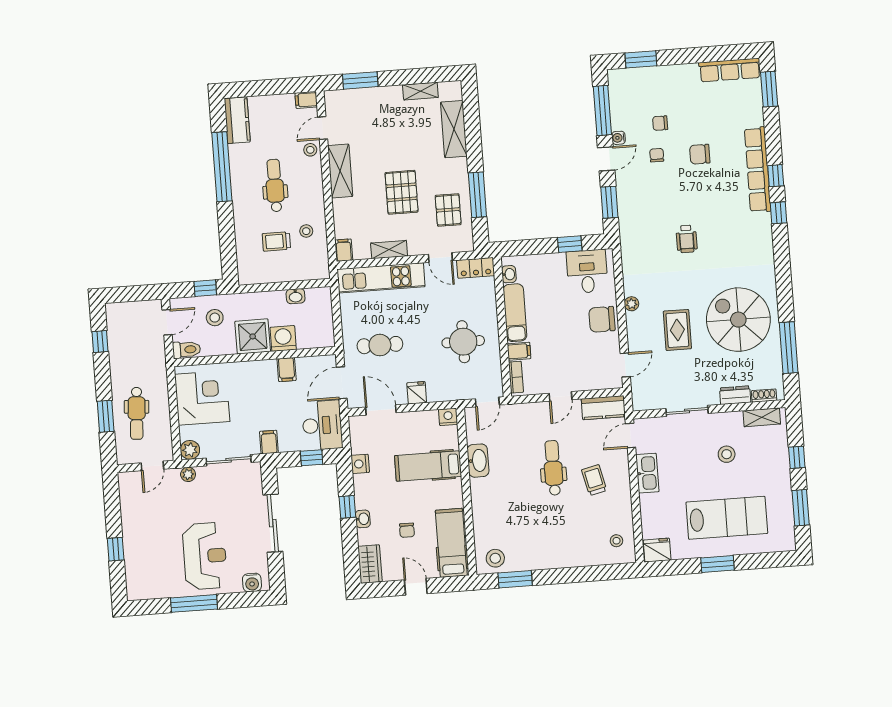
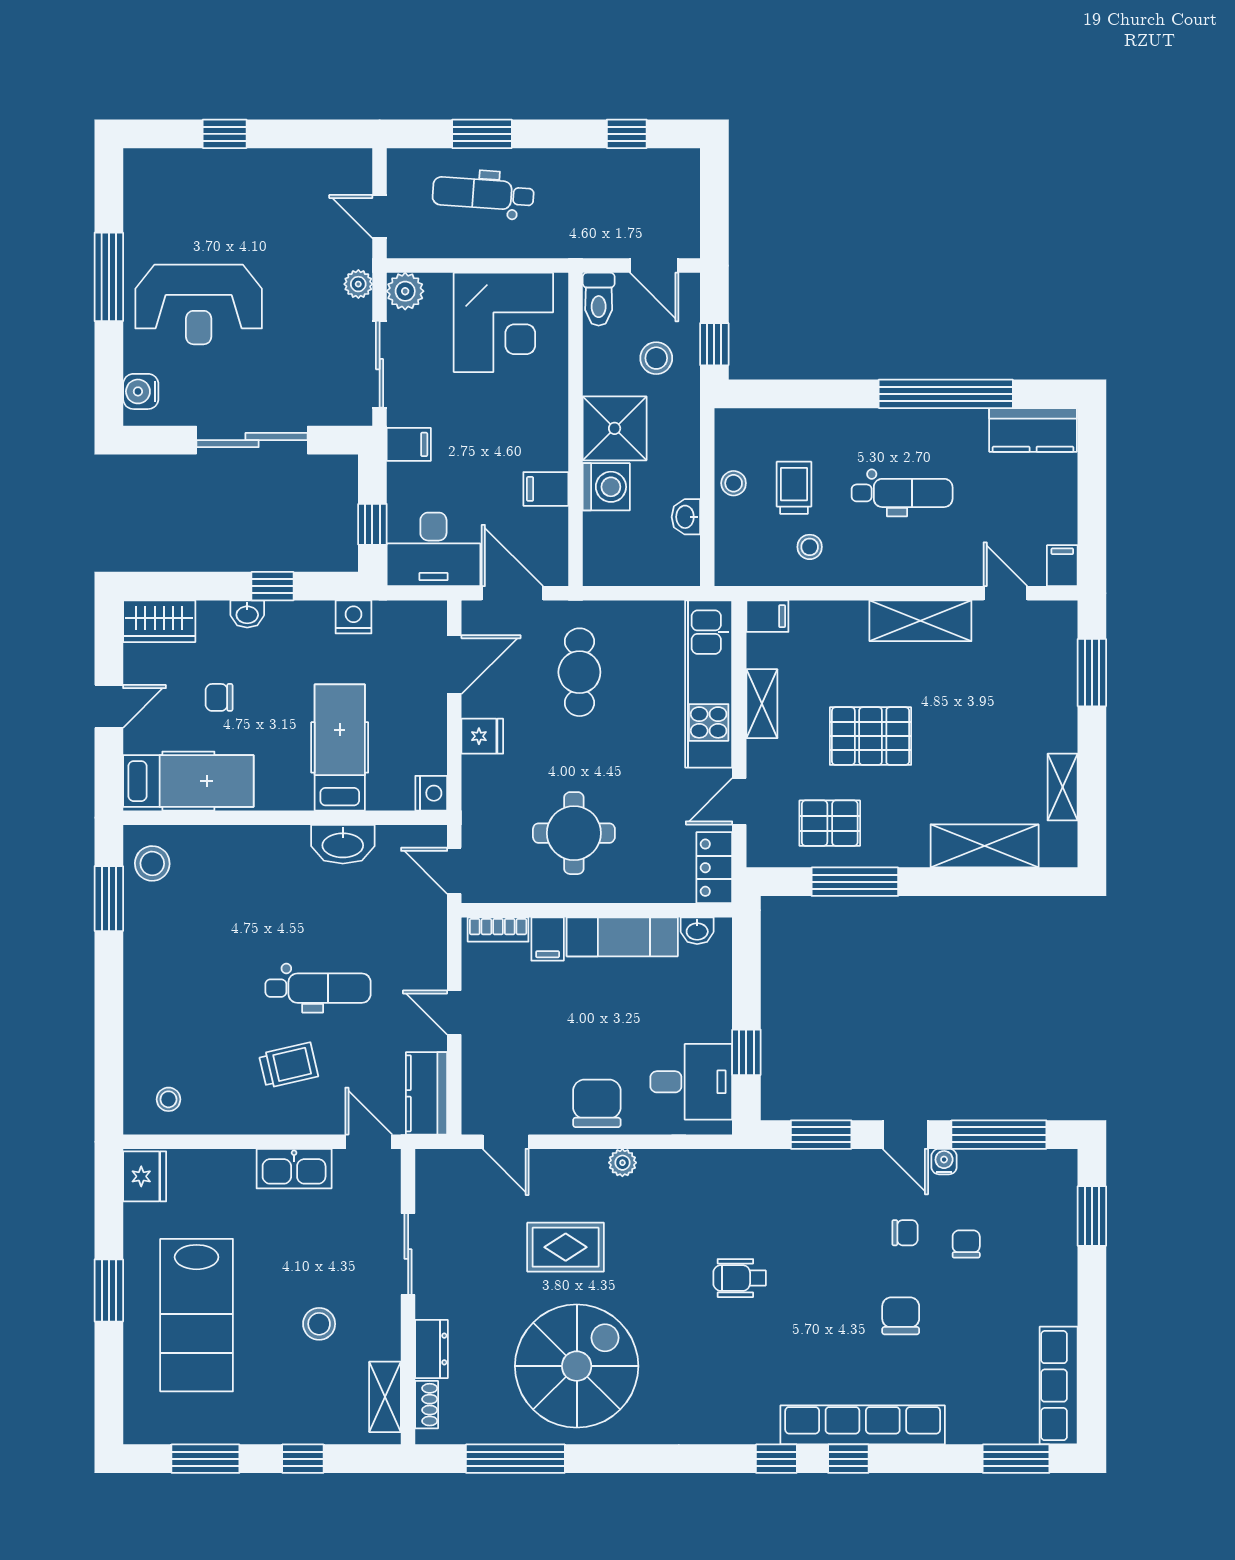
stool: (310, 150) -> (734, 483), moved

